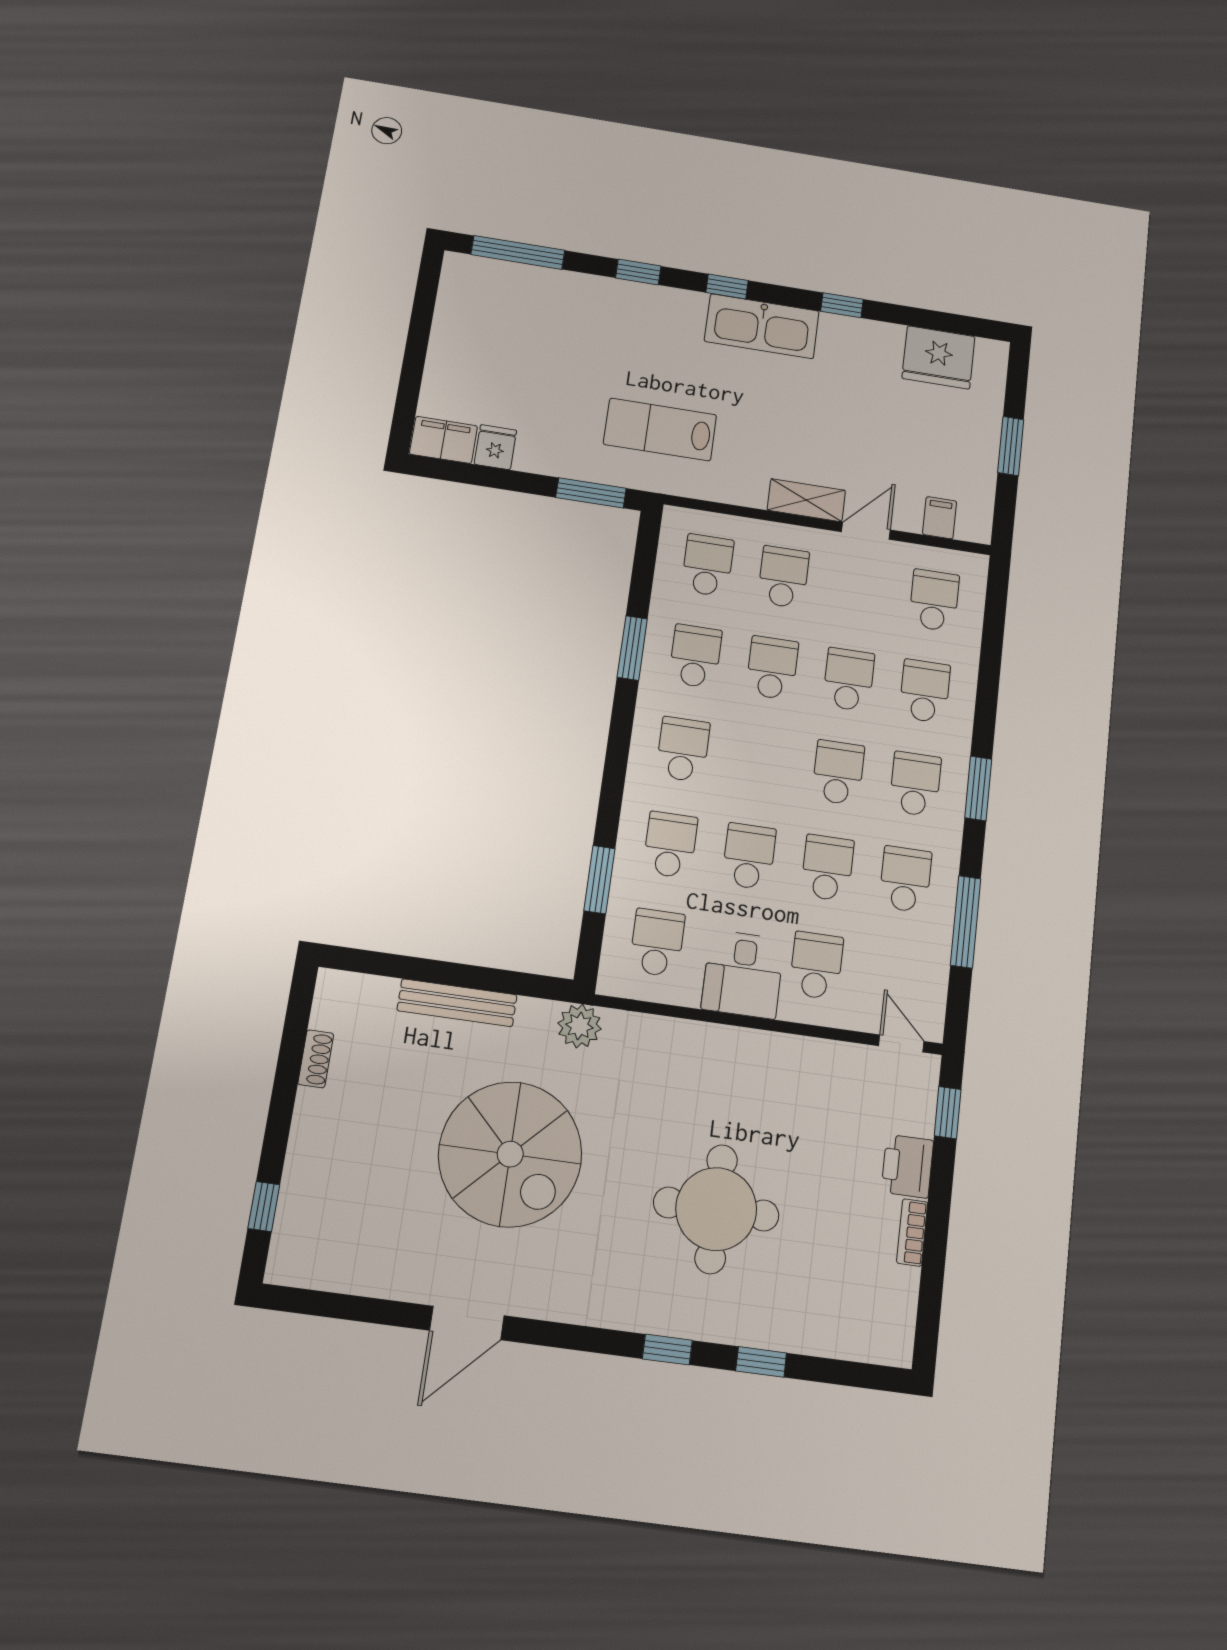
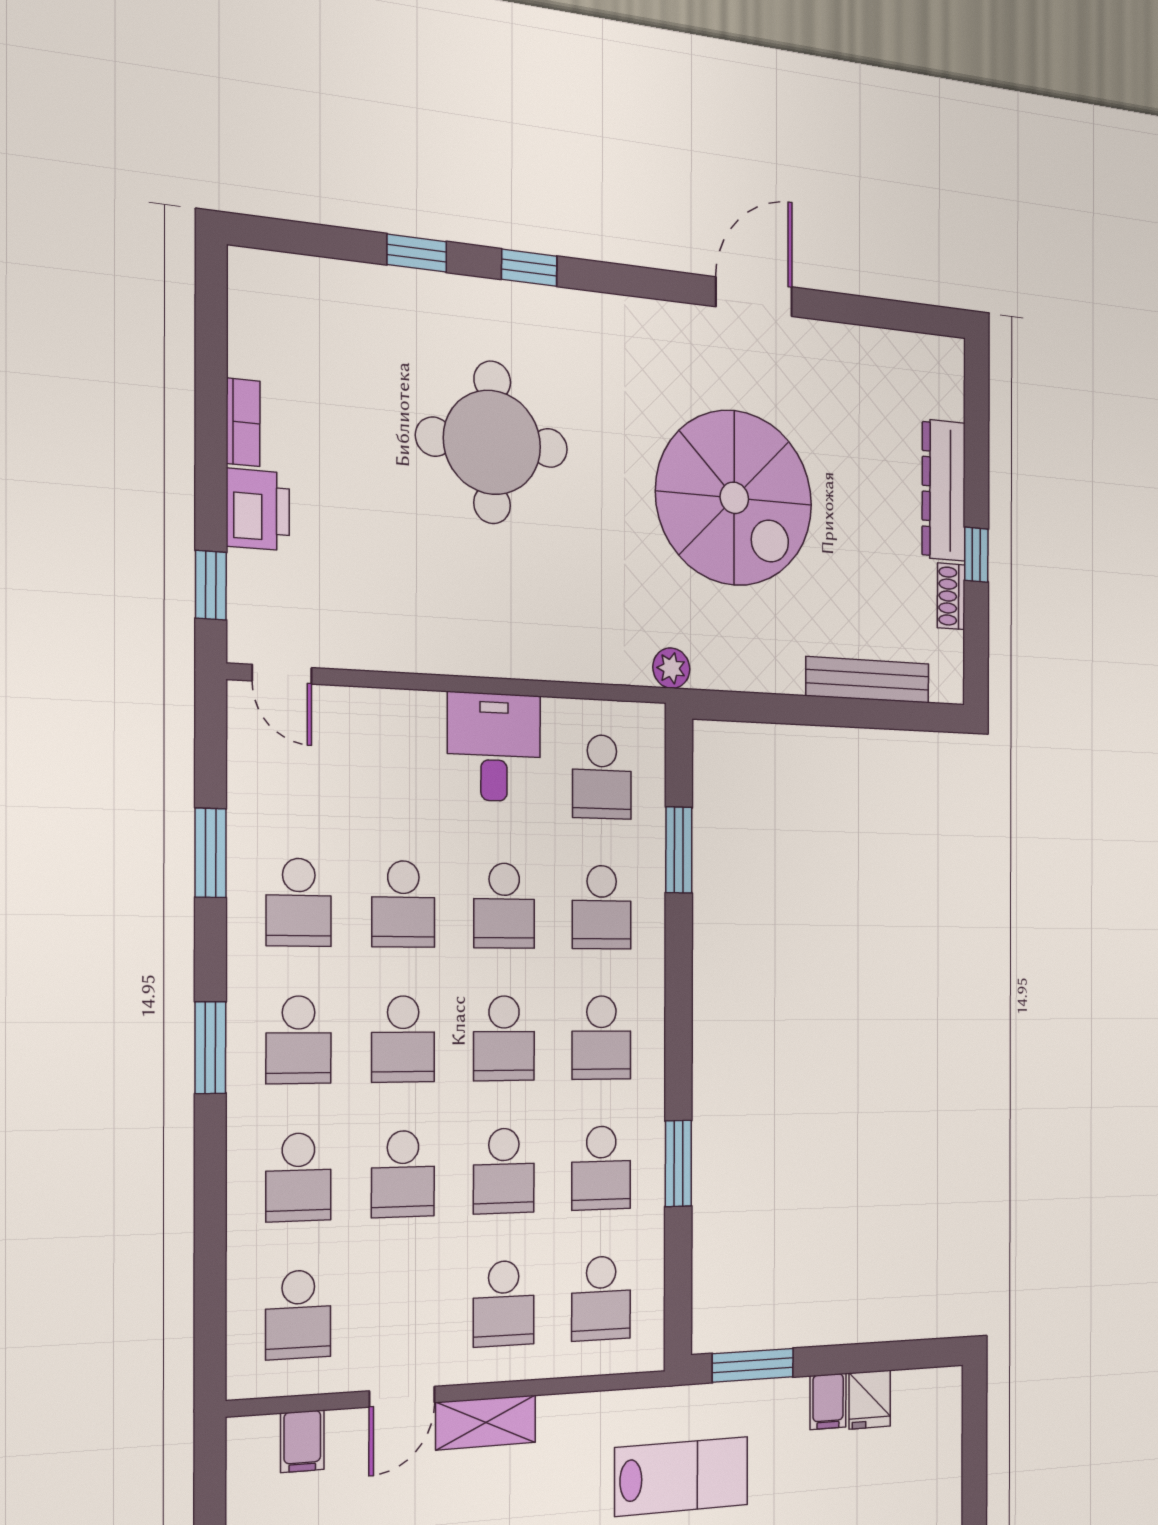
filing cabinet: (444, 440) -> (828, 1401), moved, width x0.50
window: (966, 922) -> (211, 853), width x0.69
school desk: (816, 965) -> (504, 1038), moved
bench: (457, 1003) -> (868, 680), moved
plant: (579, 1026) -> (671, 668), width x0.73, depth x0.73
dresser: (308, 1150) -> (944, 490), added
spiral stairs: (510, 1154) -> (734, 498), turned 180
window: (264, 1207) -> (976, 555), moved

